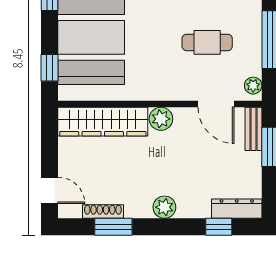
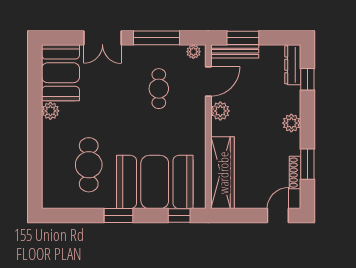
plant: (161, 119) -> (220, 111), moved
bench: (253, 129) -> (235, 51), width x1.36

